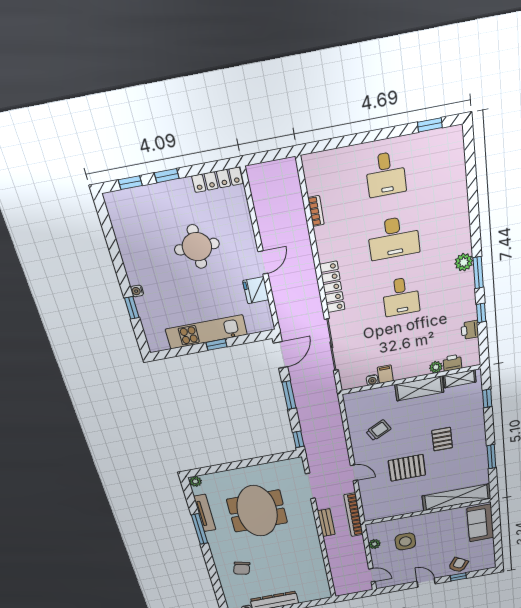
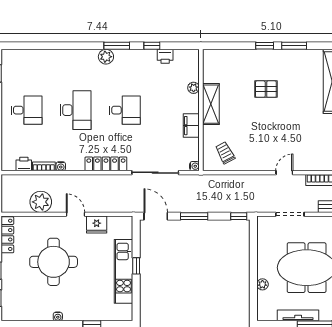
plant: (270, 216) -> (41, 202), added
water cooler: (320, 233) -> (61, 166), added
round table: (197, 247) -> (54, 262), width x1.36, depth x1.36
water cooler: (137, 291) -> (58, 316), moved
printer: (452, 363) -> (24, 164), moved, turned 90
filing cabinet: (385, 374) -> (191, 126), width x2.00
shelving: (460, 379) -> (209, 68), removed
water cooler: (372, 380) -> (194, 166), moved
window: (487, 398) -> (265, 46), moved
trolley: (378, 430) -> (225, 153), moved
pallet: (407, 468) -> (289, 124), removed
plant: (195, 481) -> (262, 284), moved

